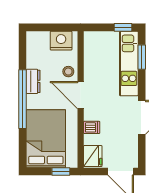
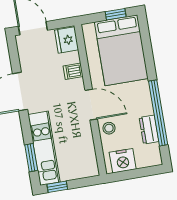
dresser: (33, 81) -> (149, 130), moved
window: (23, 99) -> (158, 113), moved
window: (61, 172) -> (116, 14), moved

